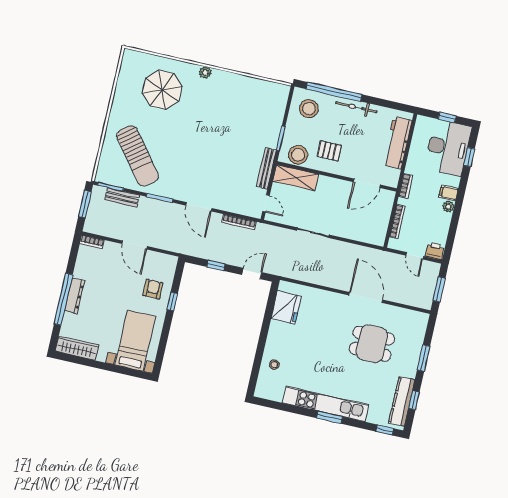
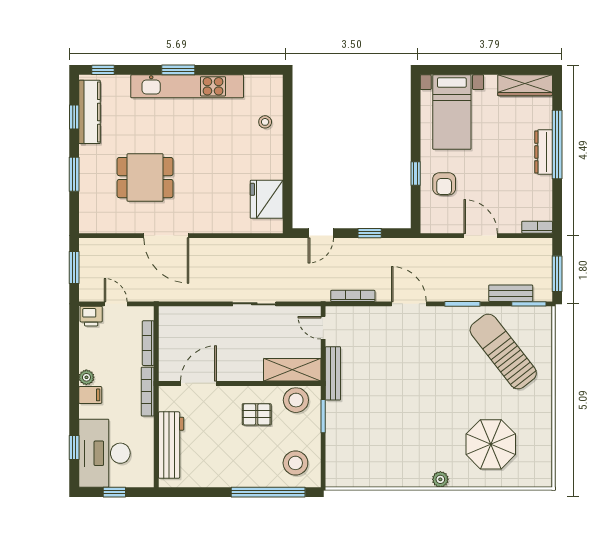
bicycle: (356, 107) -> (235, 479), removed
bookcase: (406, 186) -> (148, 392), width x1.56

